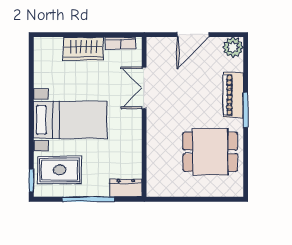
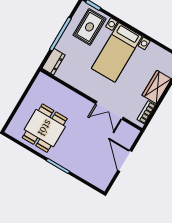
plant: (233, 47) -> (102, 181), removed
double door: (144, 88) -> (109, 110), swing flipped
piano: (233, 95) -> (72, 164), removed

